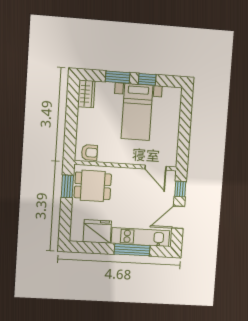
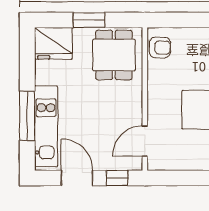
armchair: (89, 152) -> (160, 48), turned -90
window: (67, 186) -> (89, 20), moved
fridge: (97, 231) -> (53, 43), moved, turned 90

